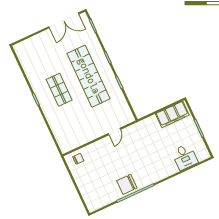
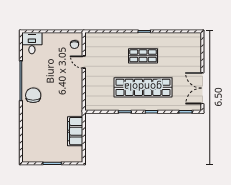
filing cabinet: (172, 114) -> (75, 131), moved
door: (114, 131) -> (84, 62), moved
desk: (185, 157) -> (32, 43), moved, turned 90
chair: (127, 184) -> (33, 95), moved

